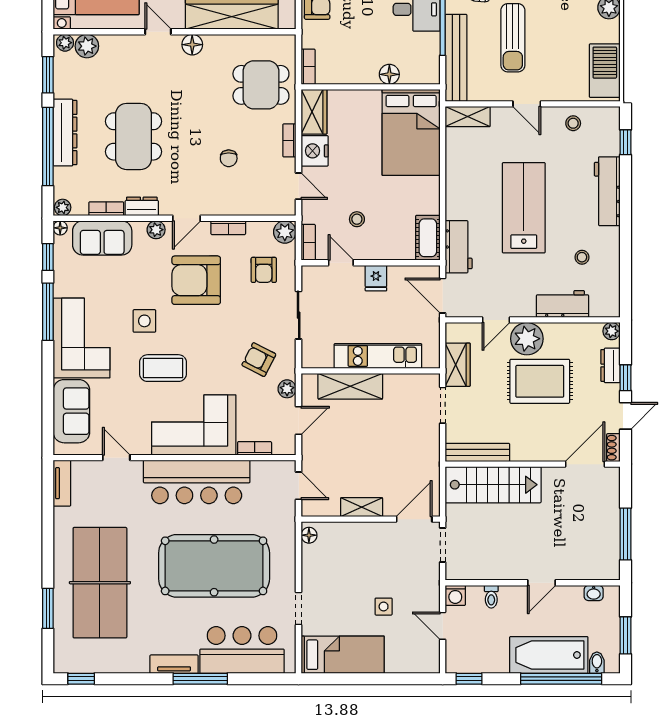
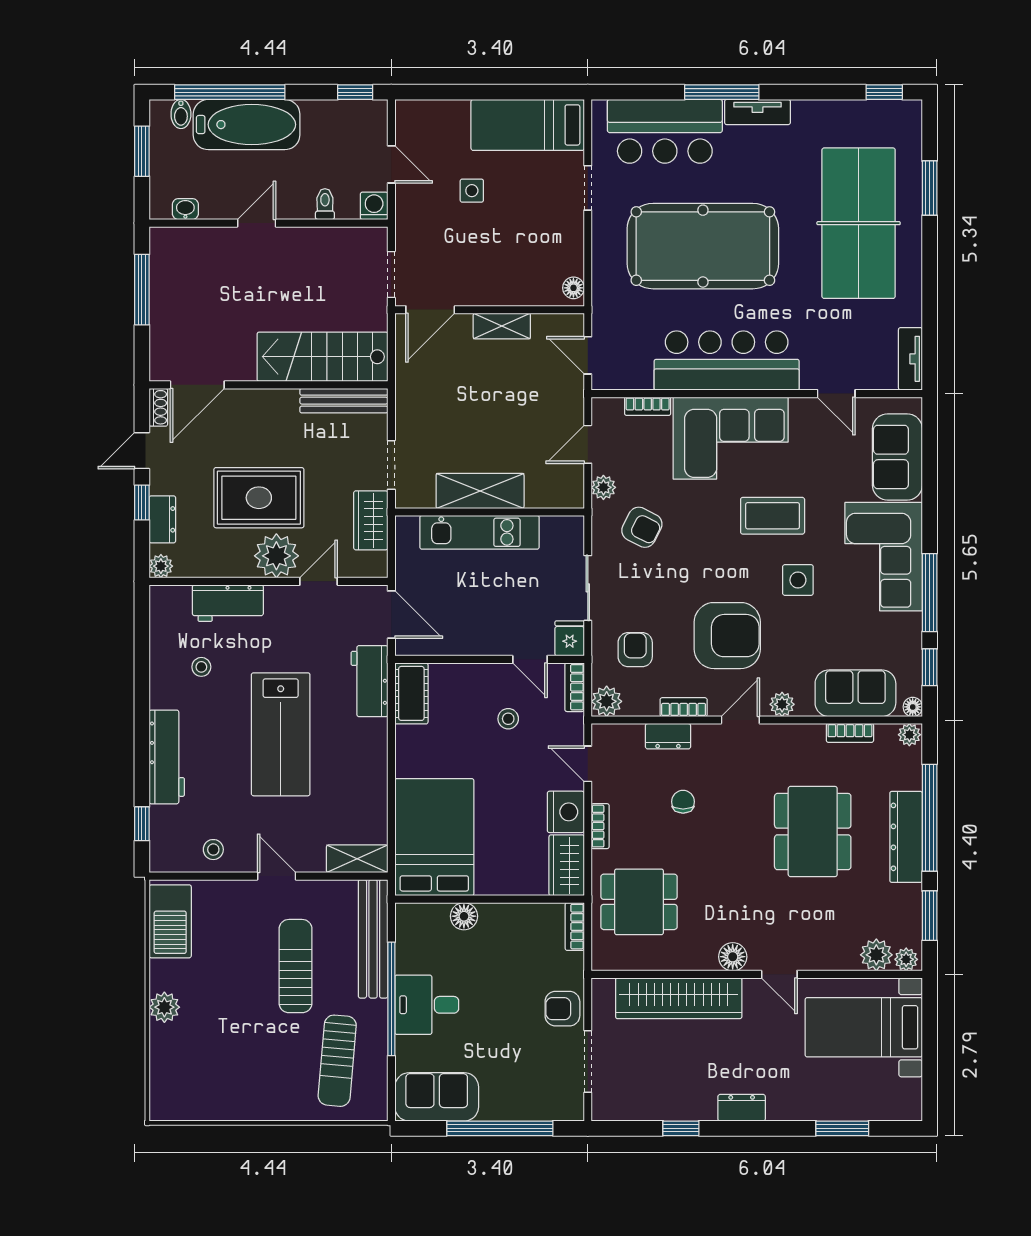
dresser: (142, 206) -> (668, 736), moved
fridge: (376, 278) -> (570, 638), moved
shelving: (350, 386) -> (480, 491), moved

